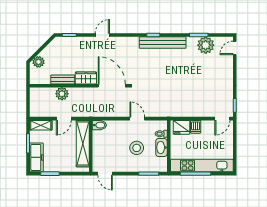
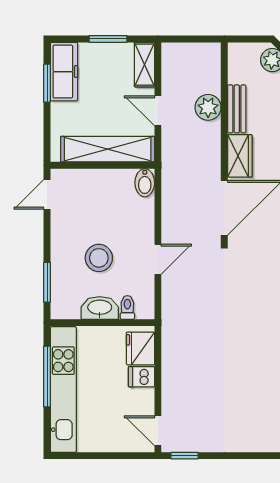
freezer: (36, 157) -> (64, 72), moved, turned -90

